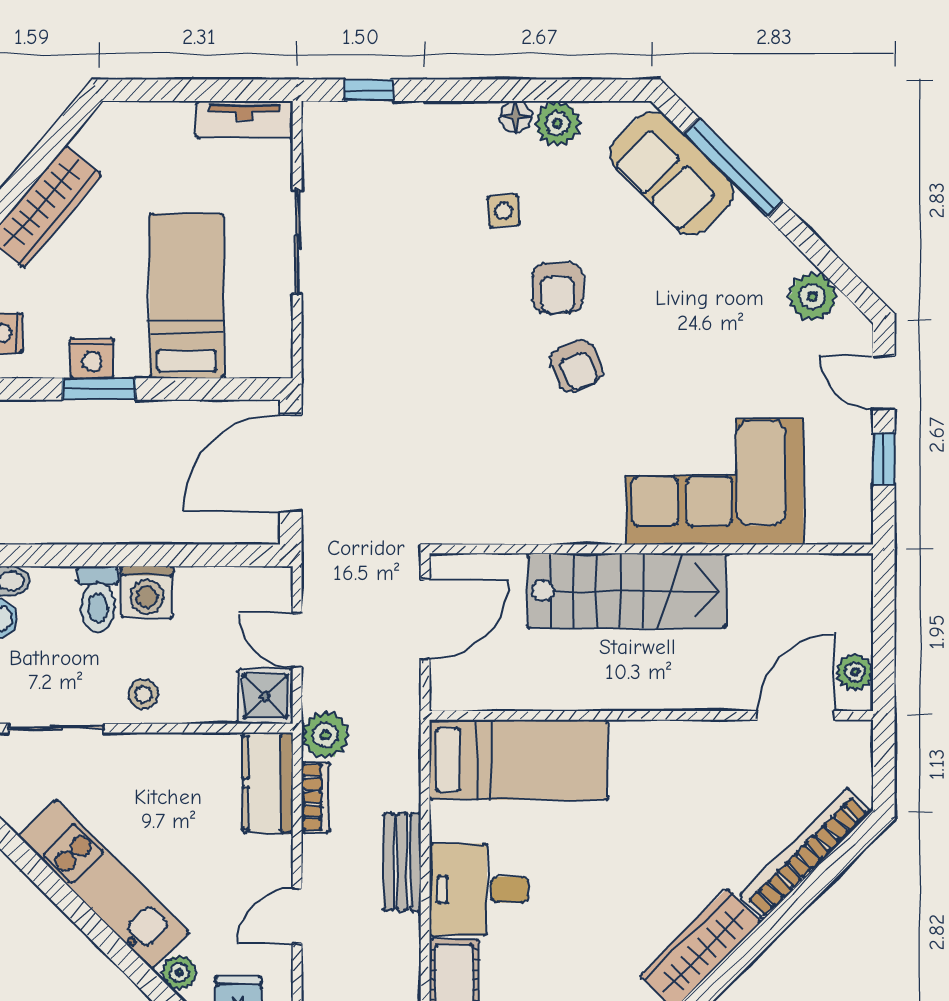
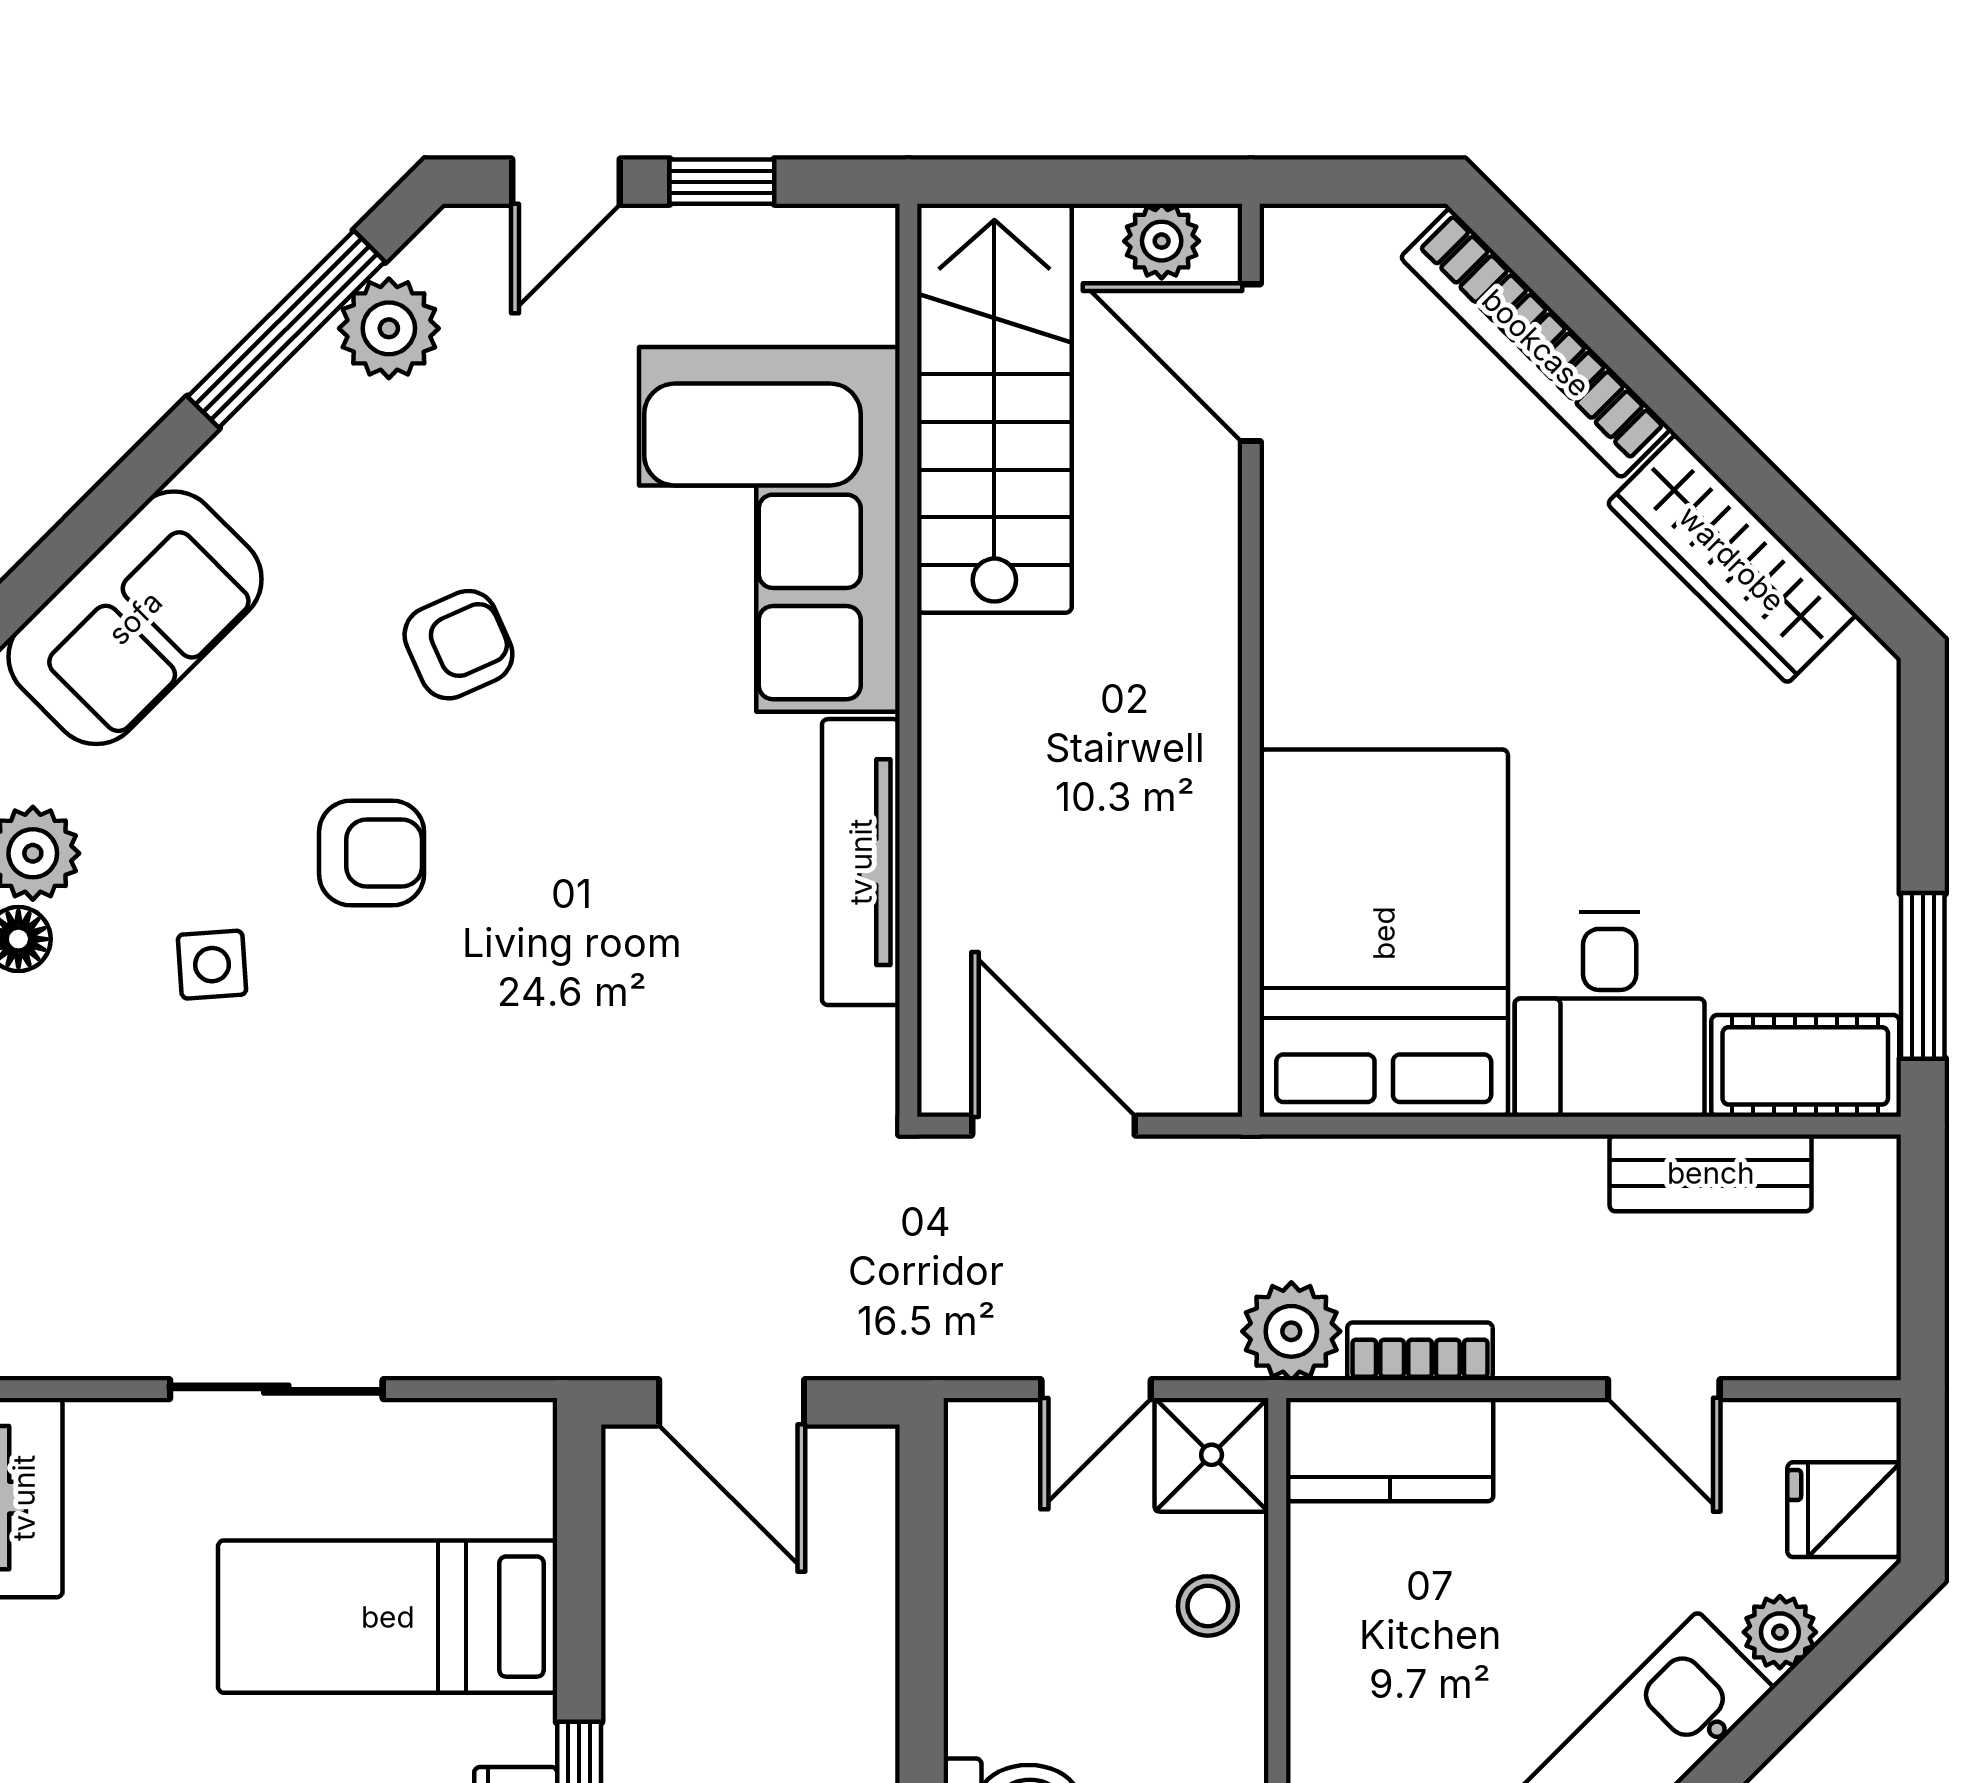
window: (733, 168) -> (286, 329), moved
armchair: (576, 366) -> (458, 645), moved
door: (291, 463) -> (732, 1402), width x0.73
tv unit: (553, 526) -> (861, 862), added
stairs: (627, 591) -> (994, 408), moved
washing machine: (147, 592) -> (997, 1698), removed
stool: (143, 694) -> (1208, 1606), moved
bed: (519, 760) -> (1384, 933), width x1.50
bench: (402, 862) -> (1711, 1173), moved

